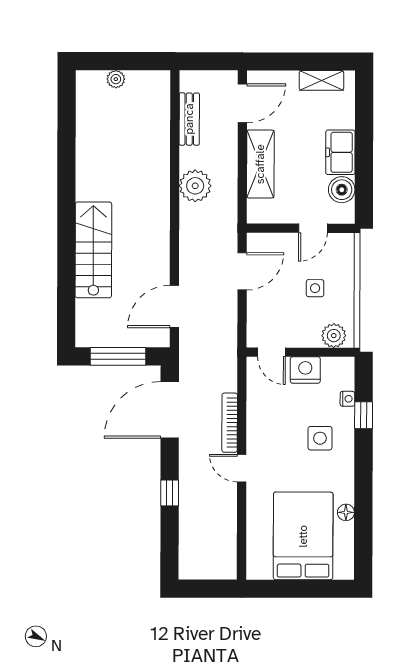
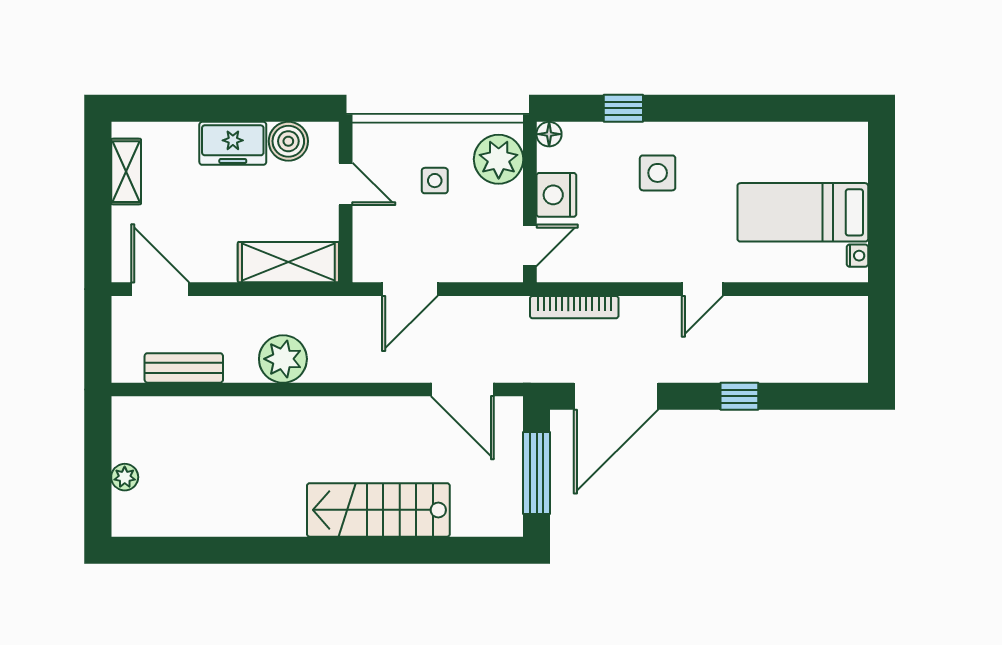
shelving: (260, 164) -> (288, 262), moved
door: (242, 271) -> (410, 289), swing flipped
plant: (334, 336) -> (499, 159), width x1.36, depth x1.36
nightstand: (347, 399) -> (857, 256), moved, turned 90
door: (170, 410) -> (616, 396), hinge flipped
bookcase: (230, 423) -> (574, 307), moved
floor lamp: (346, 512) -> (549, 134), moved
bed: (303, 536) -> (803, 212), width x0.67

